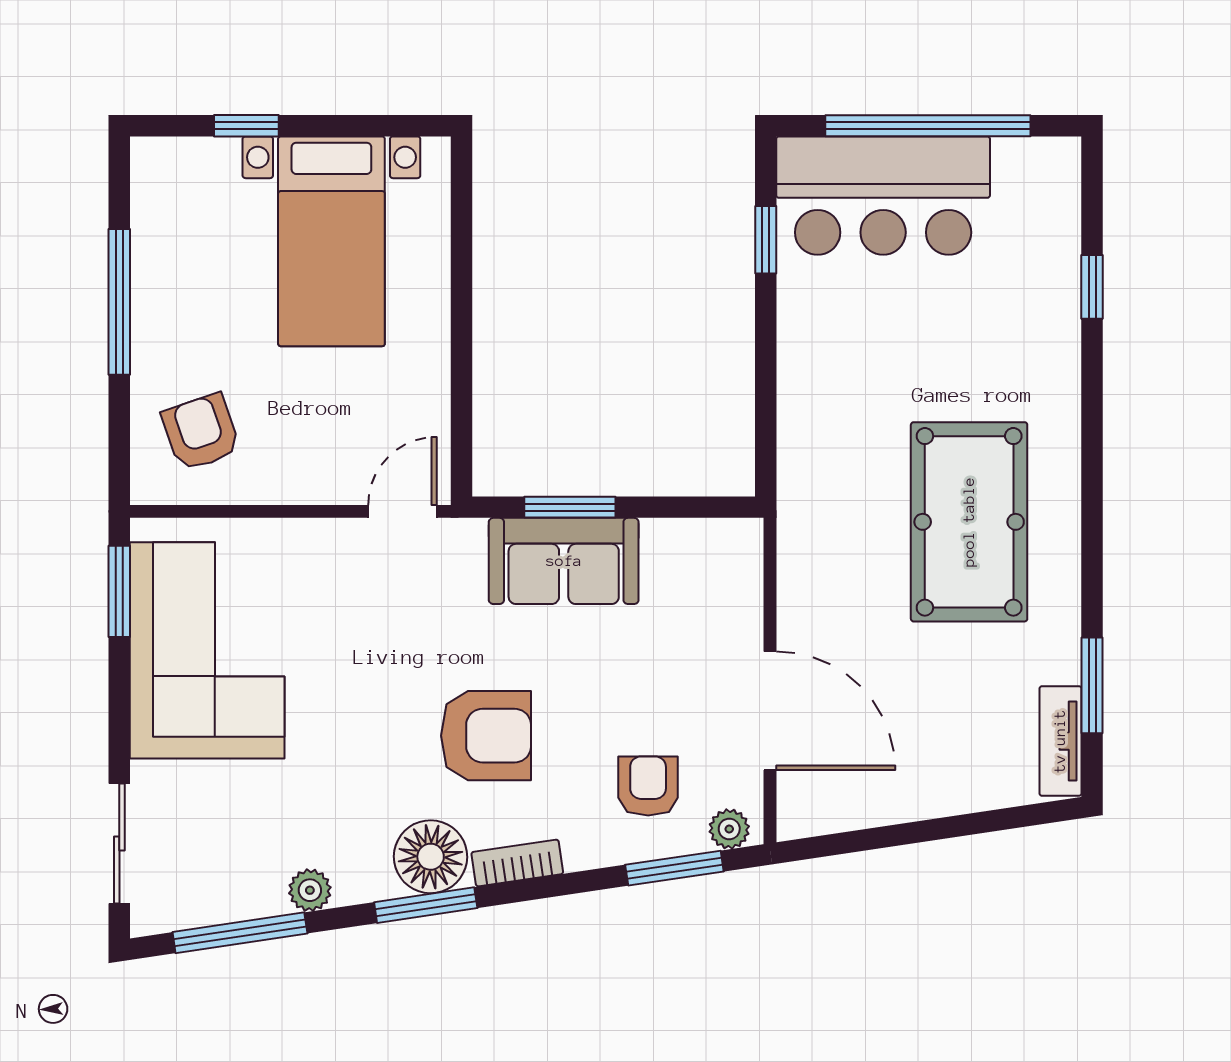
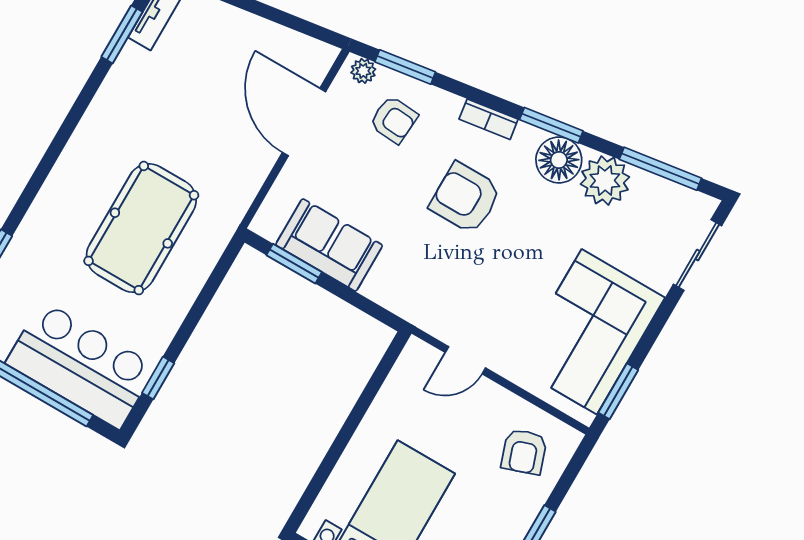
window: (570, 507) -> (294, 264), moved
door: (402, 511) -> (465, 360), moved
pool table: (969, 522) -> (141, 228), moved
sofa: (564, 561) -> (329, 245), moved
armchair: (648, 786) -> (394, 120), turned -86
floor lamp: (431, 857) -> (559, 160), moved
plant: (310, 890) -> (605, 181), width x1.87, depth x1.87

